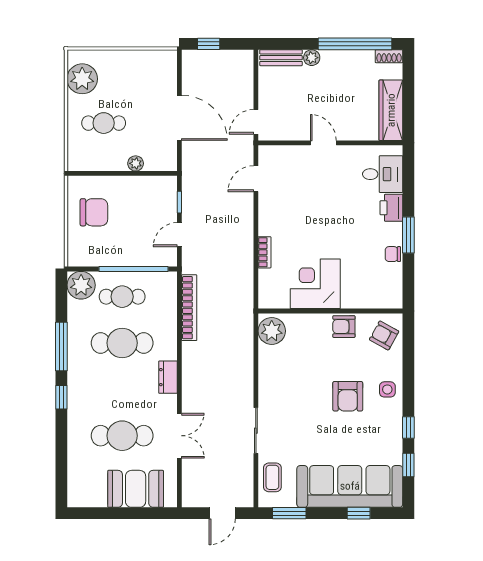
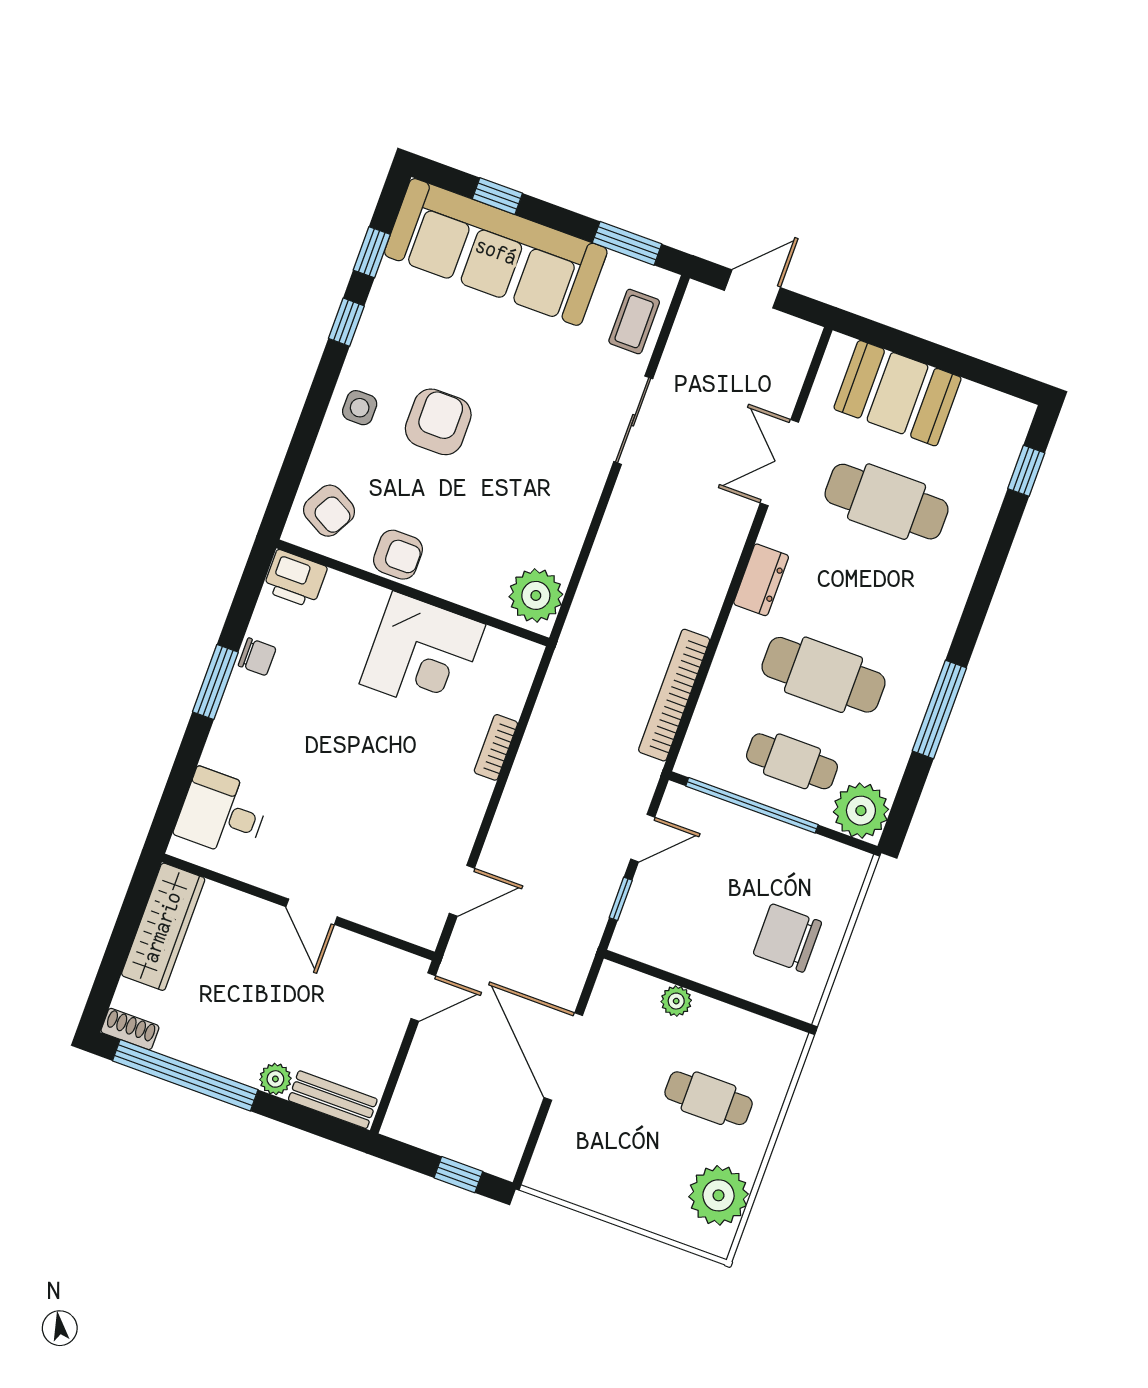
printer: (391, 208) -> (295, 579), moved, turned 90
window: (61, 397) -> (1026, 471), moved

